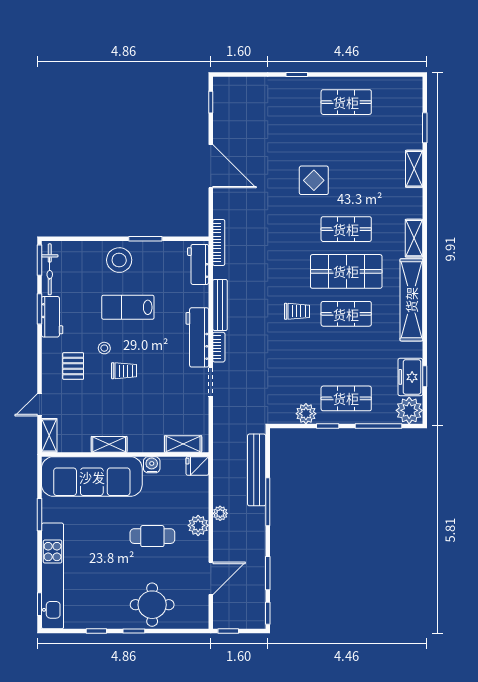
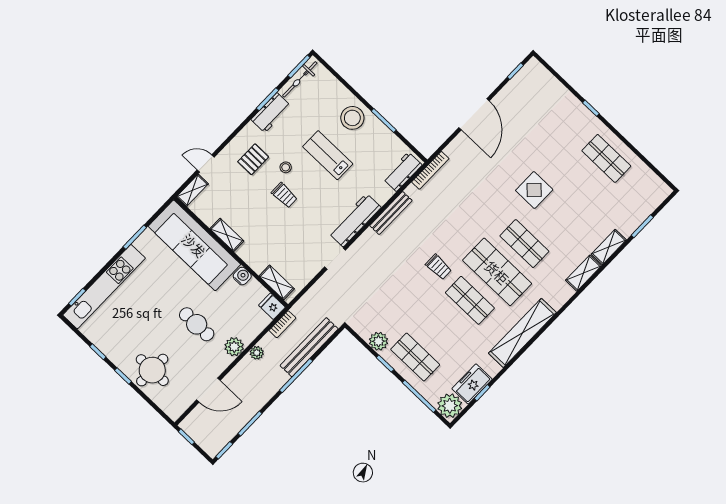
shelving: (414, 238) -> (583, 273), moved
bookcase: (219, 347) -> (282, 324), moved

